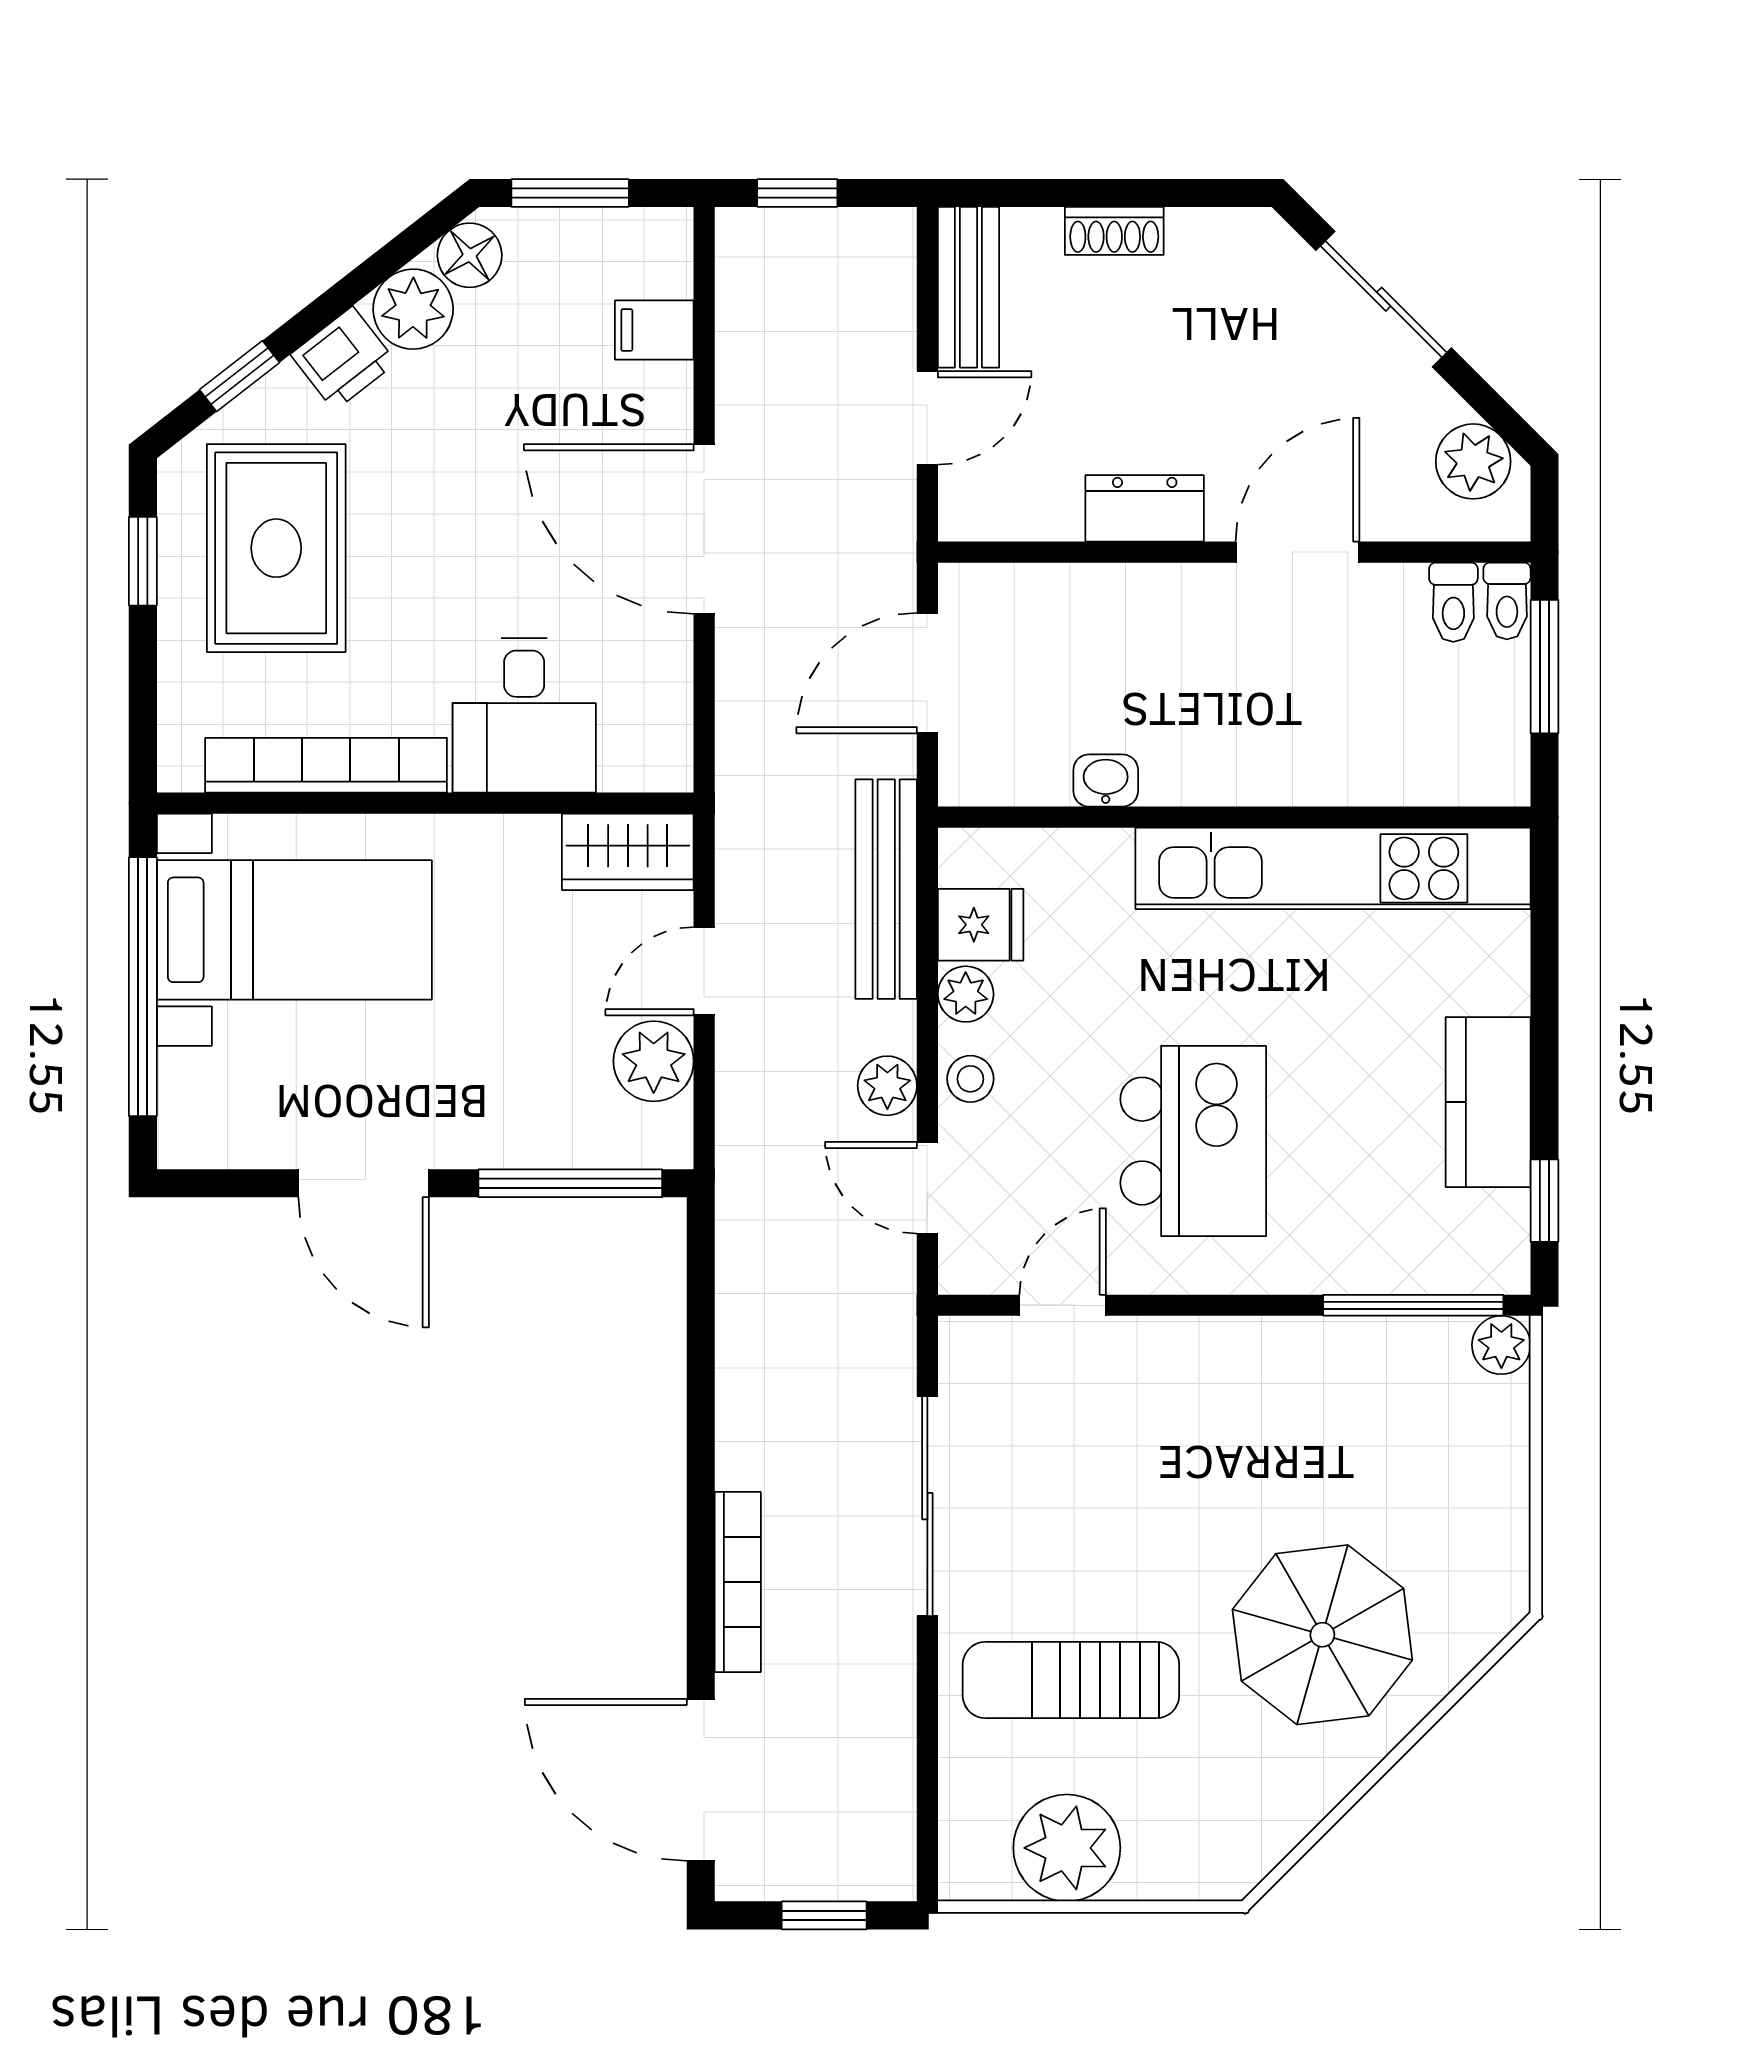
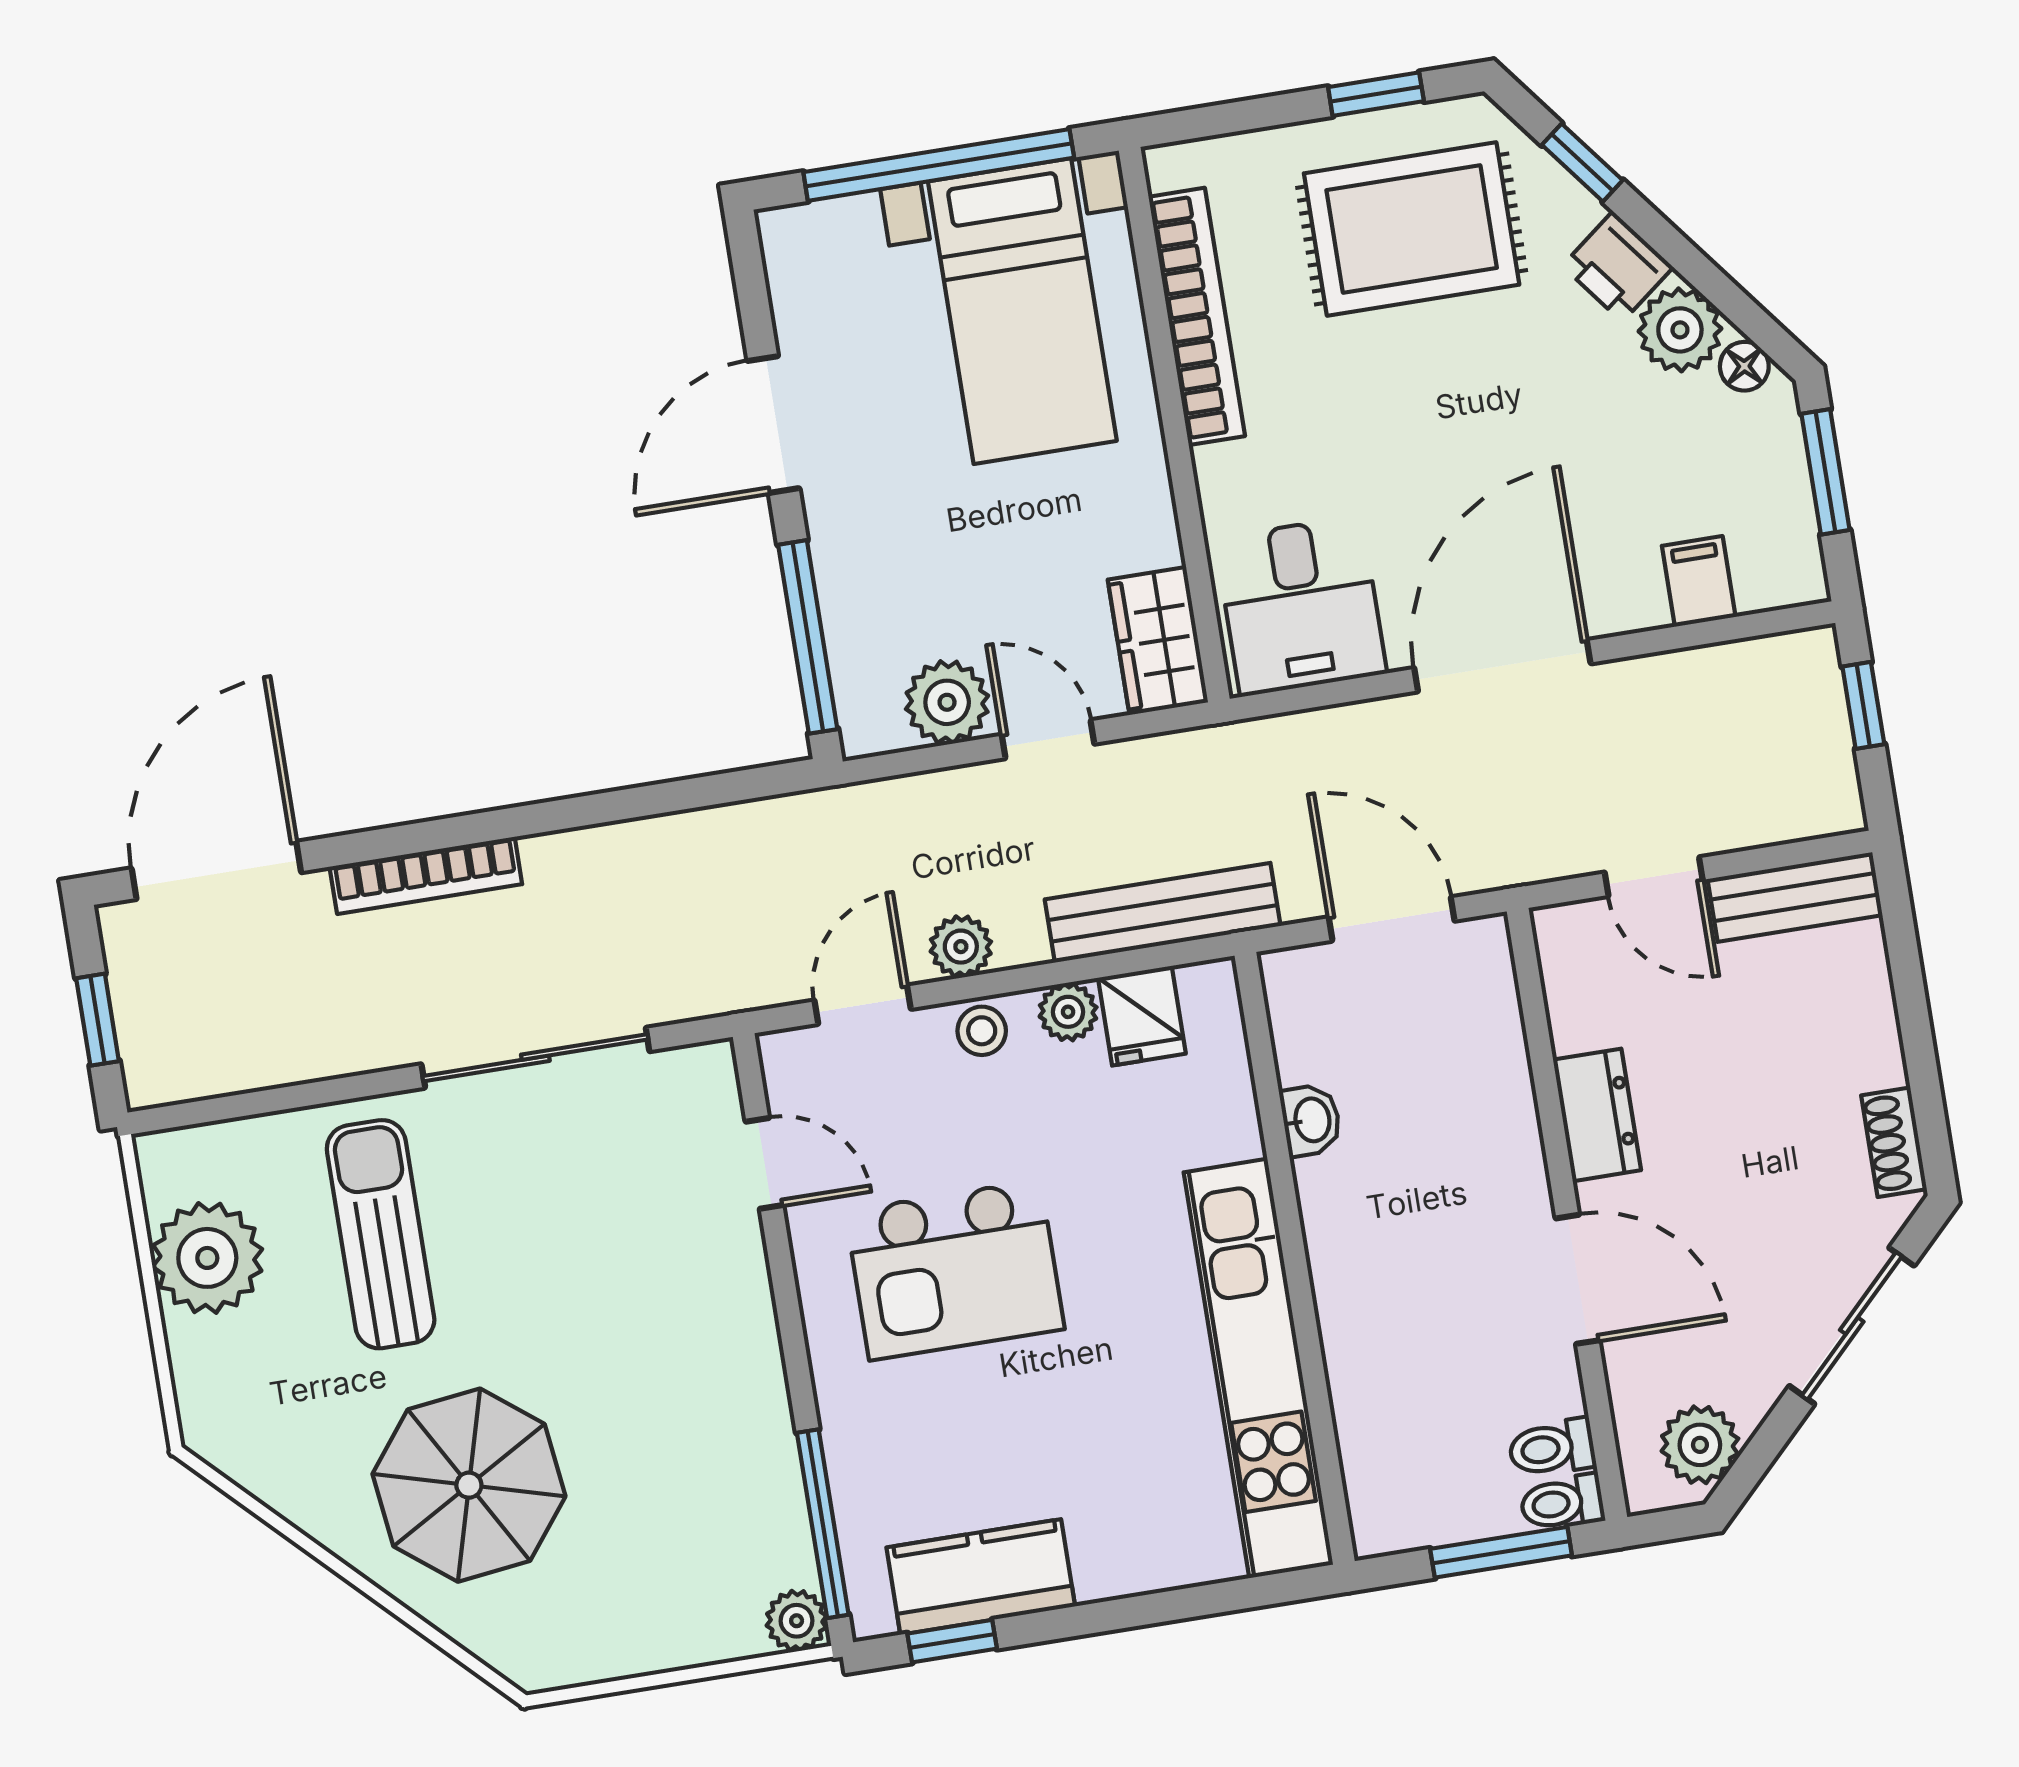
shoe rack: (1114, 231) -> (1894, 1142), moved
floor lamp: (470, 255) -> (1744, 366), width x0.73, depth x0.73
desk: (524, 715) -> (1301, 606), moved, turned -90
kitchen counter: (1488, 1102) -> (981, 1577), moved

